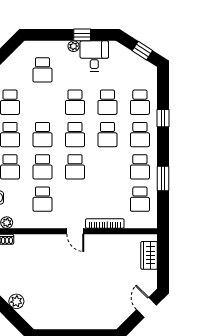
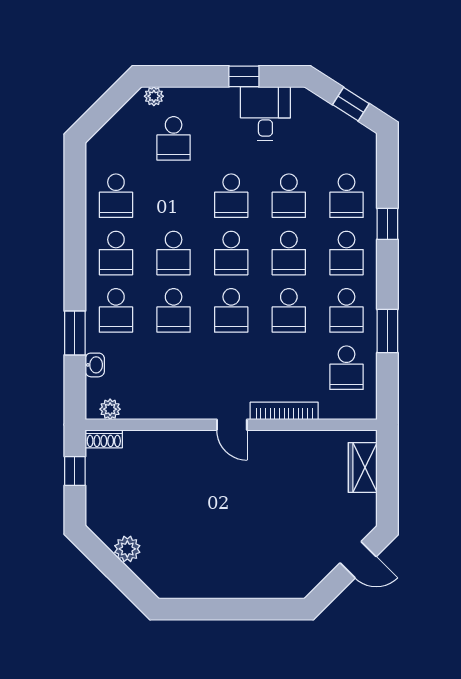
plant: (74, 46) -> (154, 96), moved
school desk: (42, 199) -> (289, 310), moved
door: (146, 307) -> (358, 560), swing flipped

